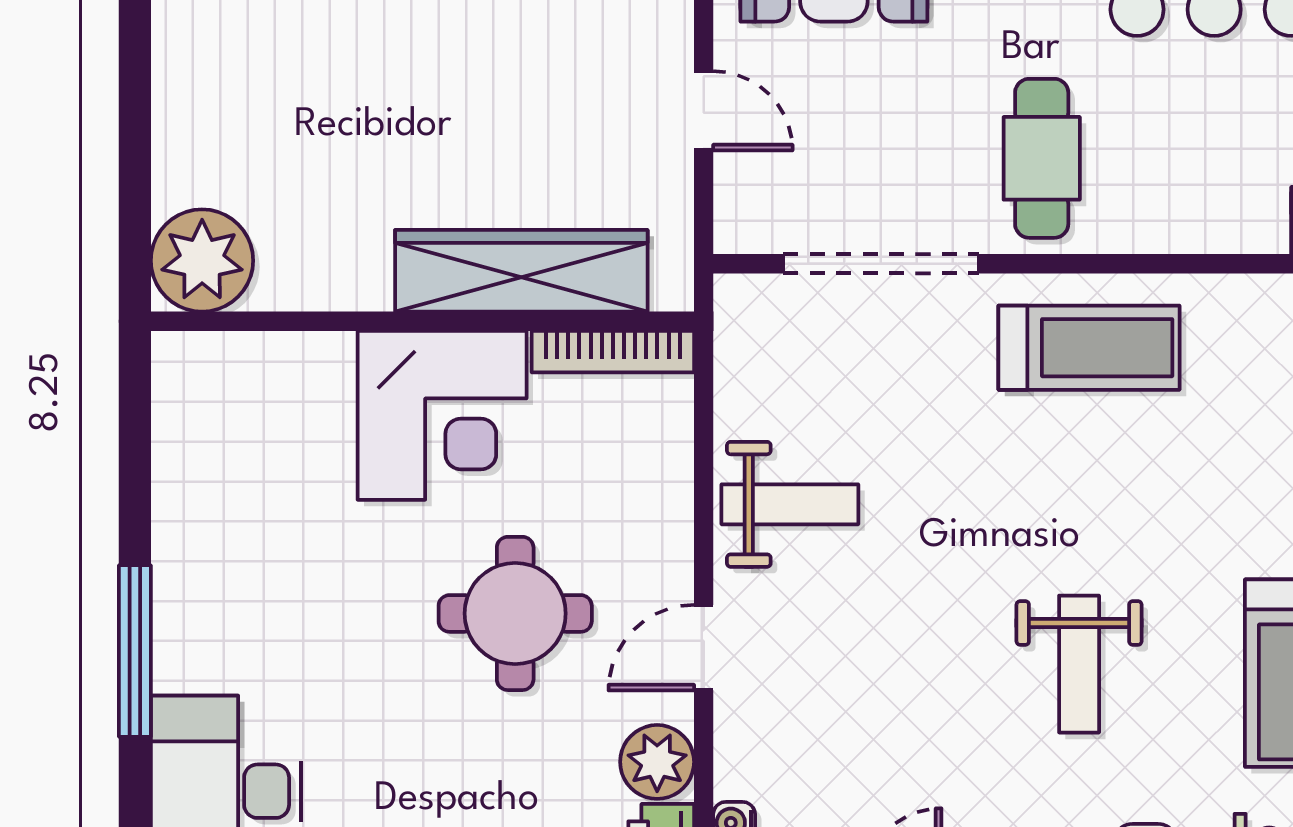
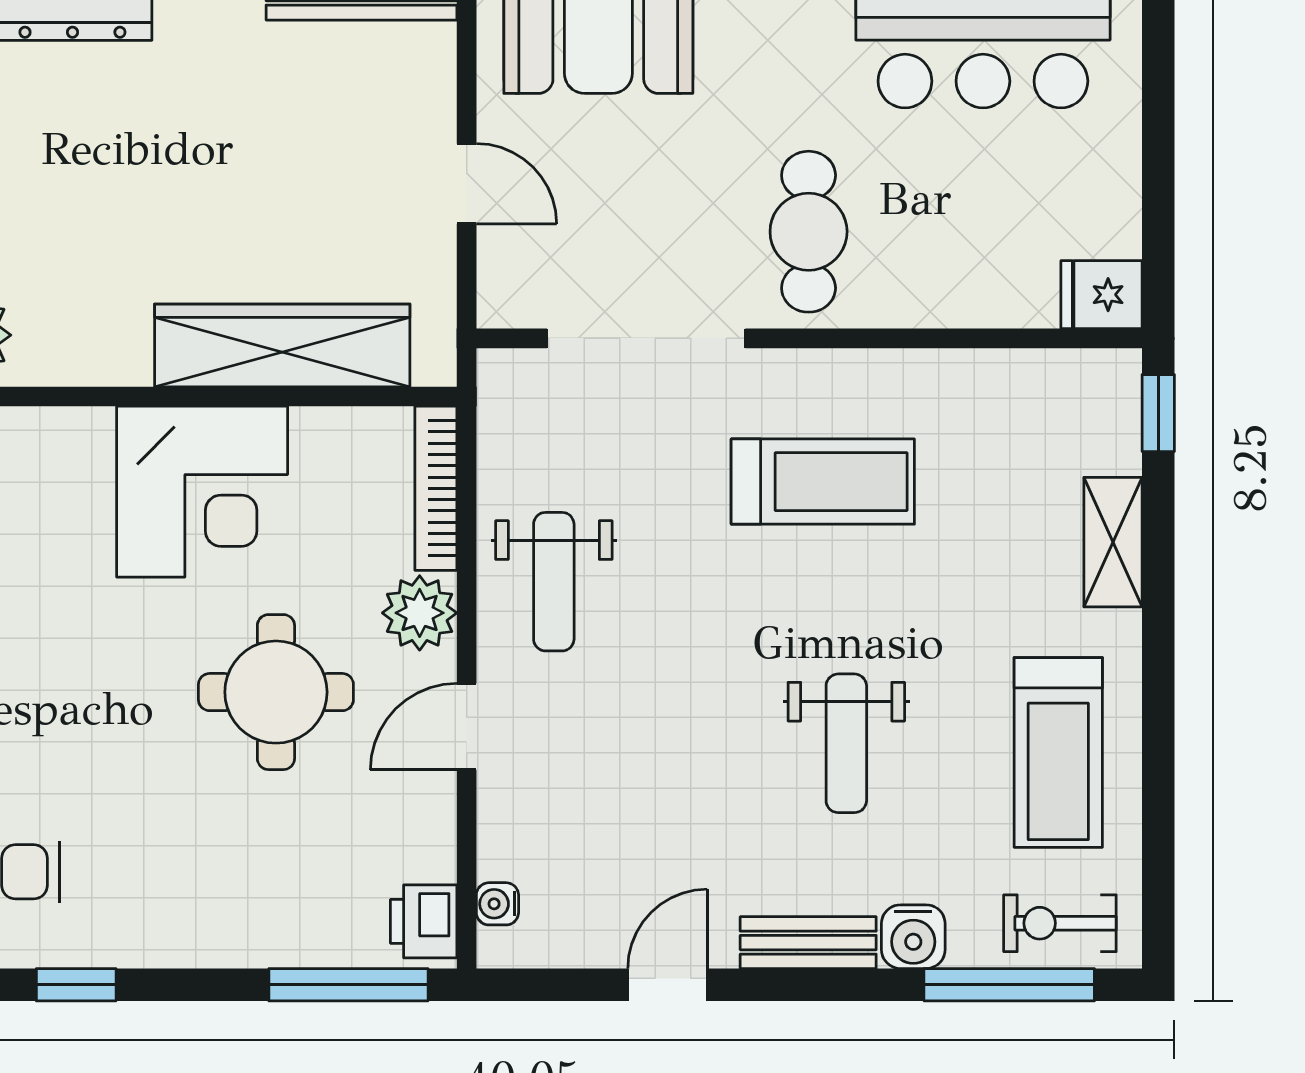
treadmill: (1089, 348) -> (823, 482), moved
bookcase: (613, 352) -> (436, 488), moved, turned 90
weight bench: (790, 504) -> (554, 582), turned 90
plant: (657, 762) -> (420, 613), moved

